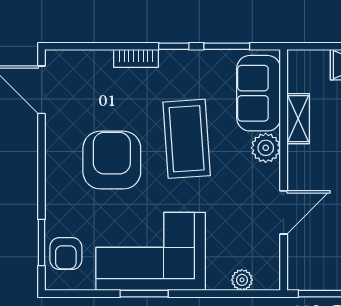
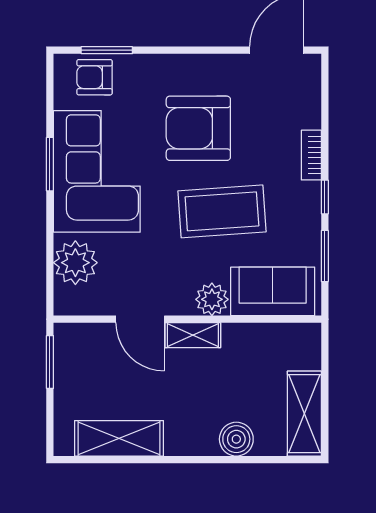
shelving: (298, 119) -> (193, 335), moved
armchair: (112, 160) -> (198, 128), turned 180
plant: (242, 280) -> (75, 263), width x1.87, depth x1.87

